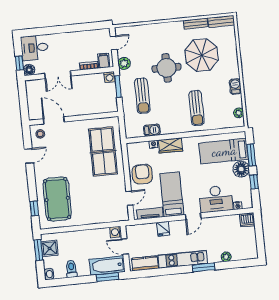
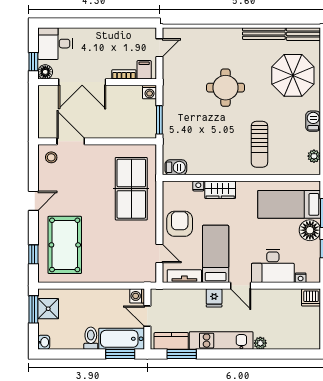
bench: (196, 24) -> (264, 34), width x1.36
parasol: (202, 55) -> (293, 75), moved
plant: (124, 63) -> (171, 76), removed
double door: (58, 75) -> (82, 82), width x1.37
window: (118, 87) -> (159, 120), moved
sun lounger: (142, 96) -> (190, 121), removed
barbecue: (152, 130) -> (176, 167), moved
door: (29, 156) -> (33, 201), moved
door: (129, 198) -> (159, 253), hinge flipped
door: (193, 216) -> (241, 286), hinge flipped
fridge: (163, 229) -> (214, 298), moved
plant: (226, 257) -> (260, 343), moved
window: (204, 267) -> (182, 354), moved
toilet: (71, 269) -> (91, 338), moved

